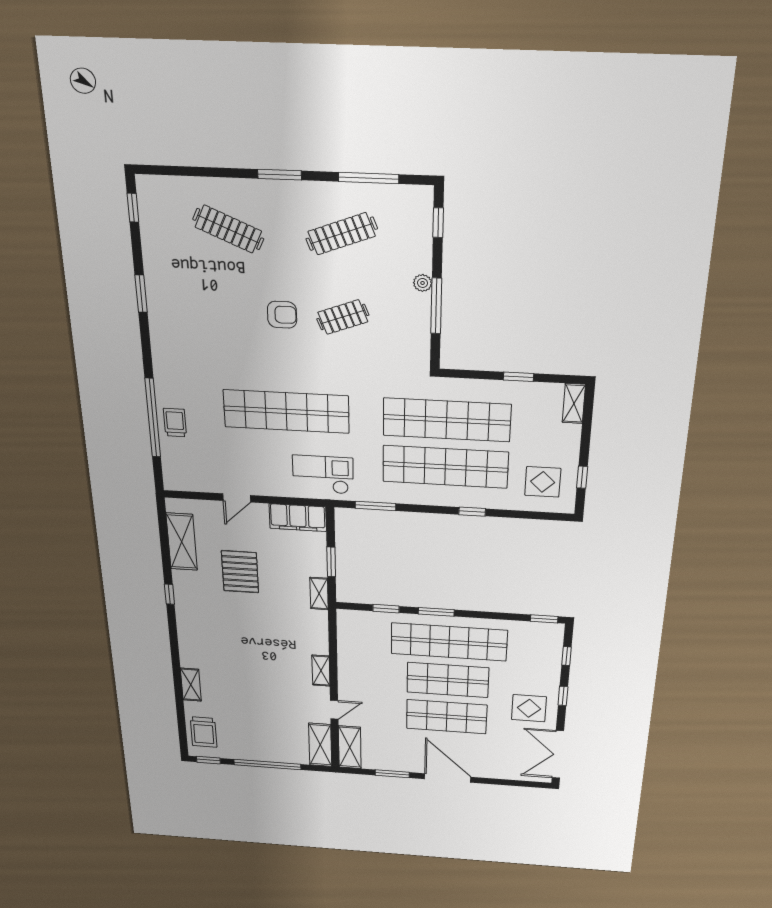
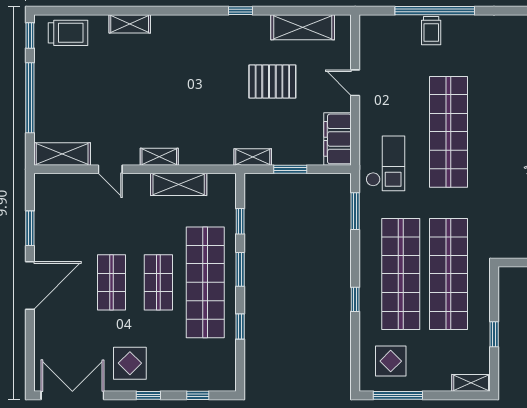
trolley: (175, 423) -> (431, 31), turned 90
window: (582, 477) -> (398, 395), width x2.17
window: (544, 619) -> (240, 327), moved
shop shelf: (448, 680) -> (158, 282), width x0.70, depth x0.74
shop shelf: (447, 717) -> (112, 282), width x0.70, depth x0.74
trolley: (204, 732) -> (68, 33), turned 180
shelving: (350, 747) -> (179, 184), moved

